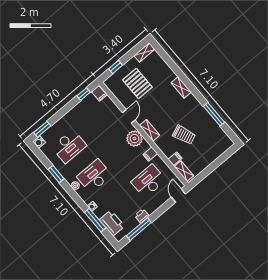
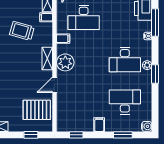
pallet: (137, 83) -> (37, 110), moved, turned 90
filing cabinet: (99, 93) -> (99, 125), moved
window: (42, 129) -> (123, 135), moved
trolley: (184, 135) -> (22, 31), turned -52
window: (56, 174) -> (155, 74), moved

